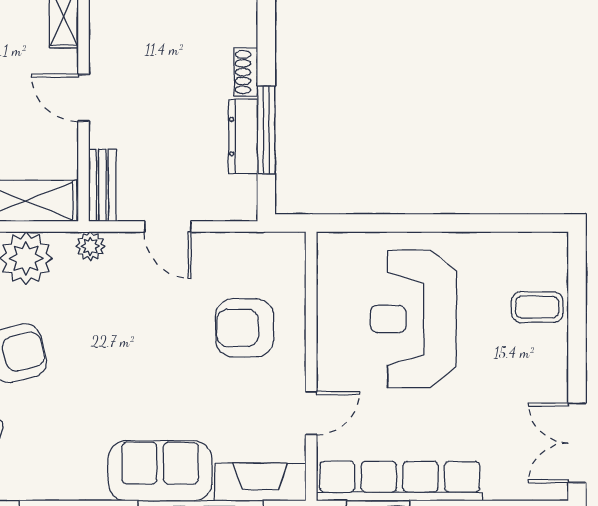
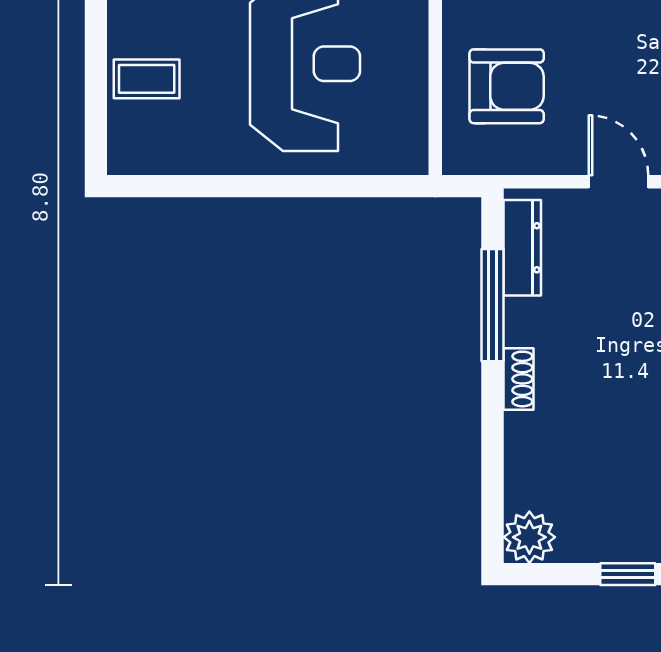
dresser: (243, 137) -> (522, 248), moved
armchair: (245, 328) -> (507, 86), moved

